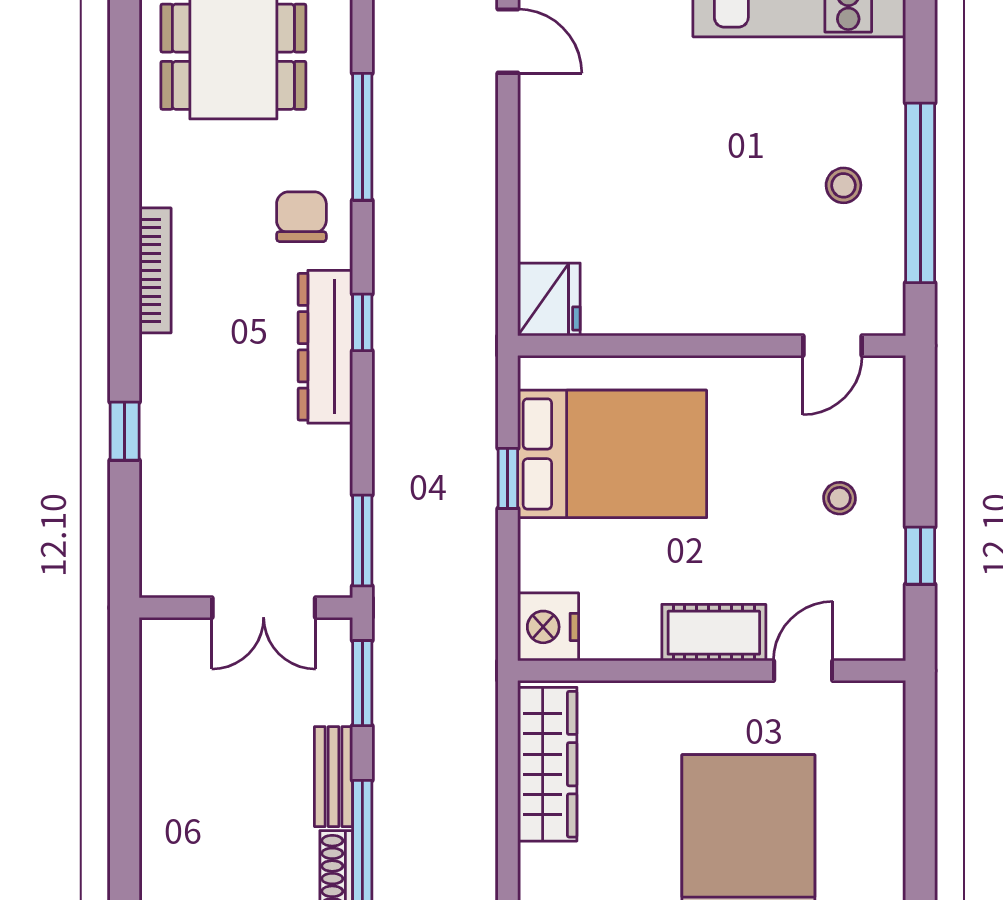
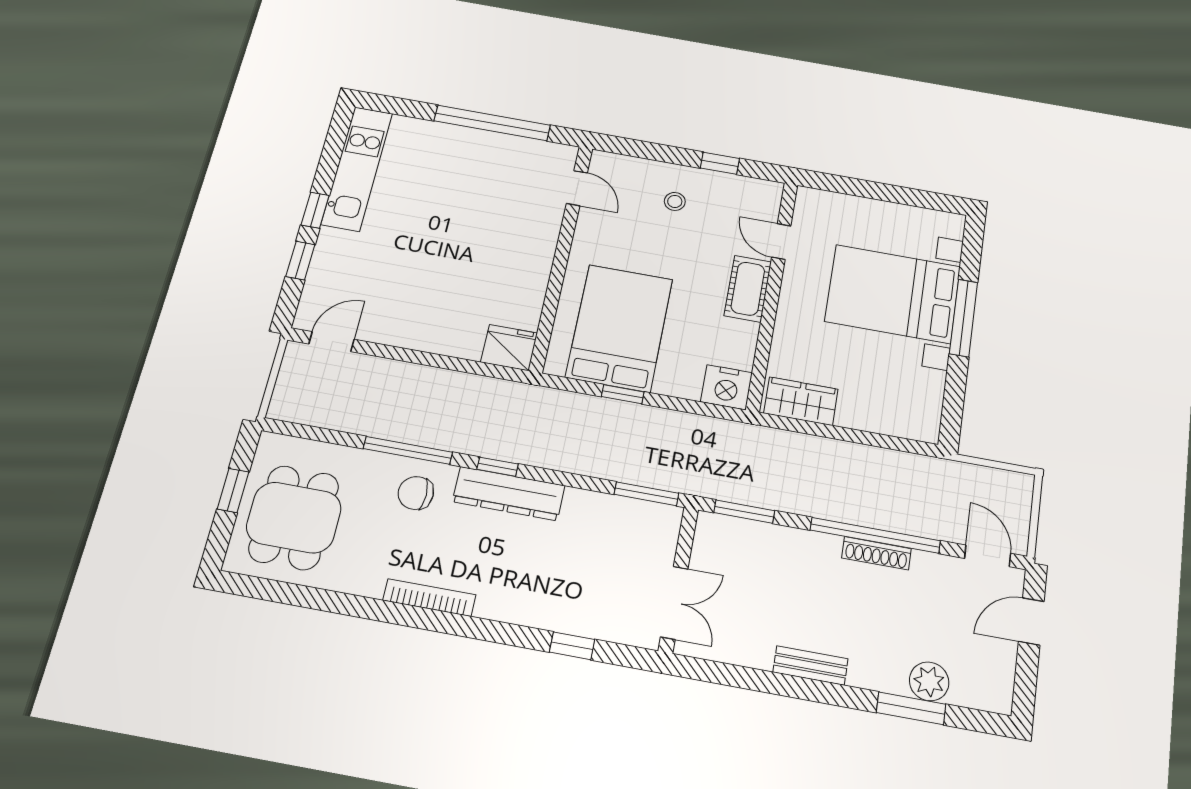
window: (362, 137) -> (408, 450), moved
stool: (843, 185) -> (477, 164), removed
window: (125, 431) -> (572, 646), moved
double door: (264, 608) -> (674, 603), moved
wardrobe: (547, 764) -> (801, 401), width x0.67
bench: (333, 777) -> (810, 665), moved

